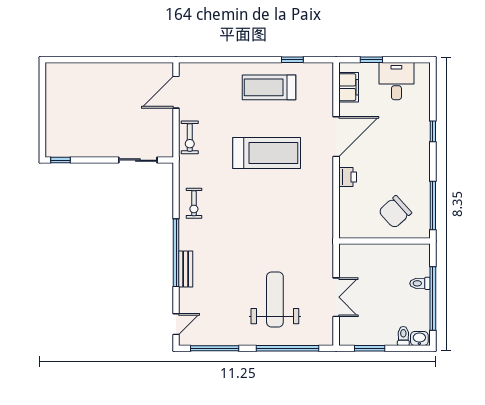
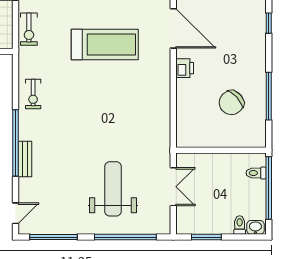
door: (336, 137) -> (173, 28), hinge flipped
wall: (384, 241) -> (221, 150), moved

